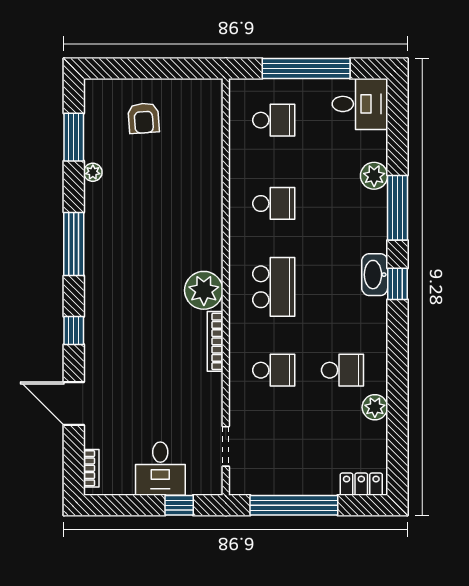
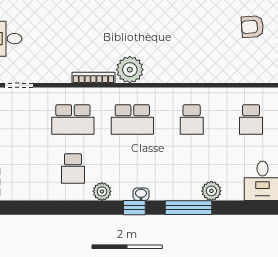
washbasin: (375, 275) -> (141, 194), width x0.52, depth x0.69
school desk: (274, 370) -> (73, 119), width x1.85
plant: (375, 407) -> (102, 191), moved

